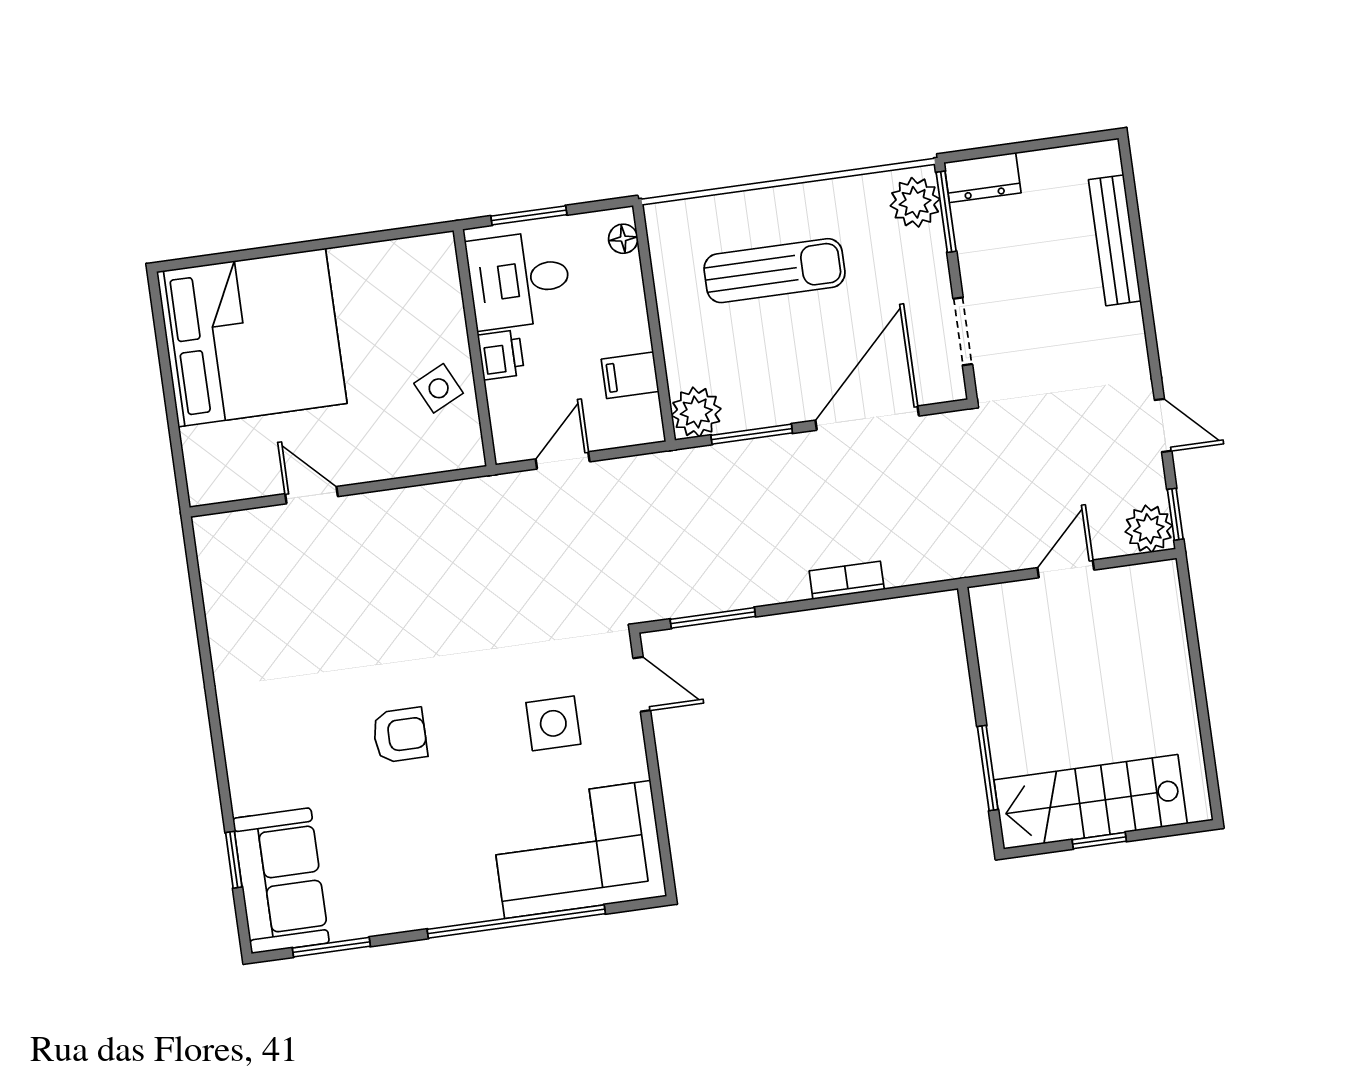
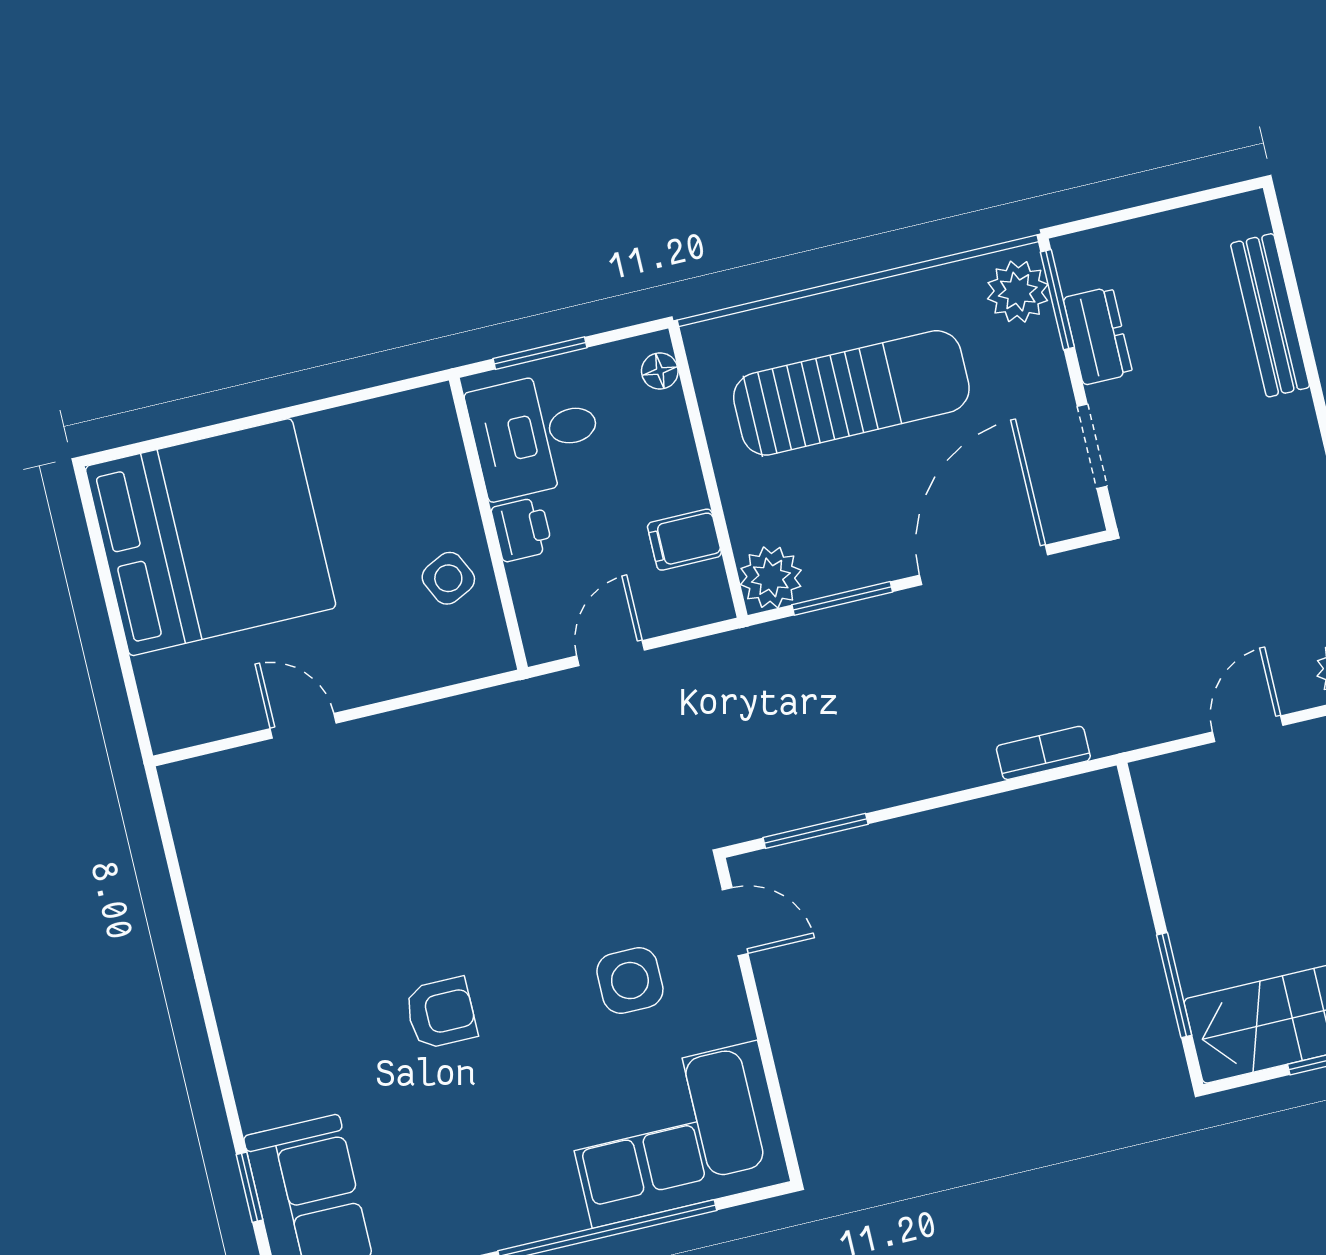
dresser: (983, 178) -> (1098, 336), moved, turned -90
sun lounger: (775, 271) -> (851, 393), width x1.36, depth x1.34
bookcase: (847, 580) -> (1043, 753), moved

